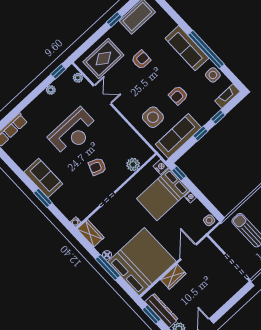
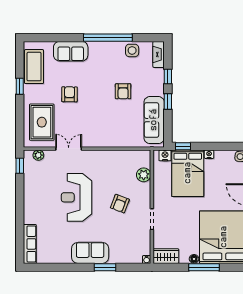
sofa: (187, 48) -> (71, 51), moved, width x0.73
plant: (51, 90) -> (28, 185), removed
side table: (153, 117) -> (122, 126), removed
reception desk: (73, 132) -> (76, 197), turned 180

